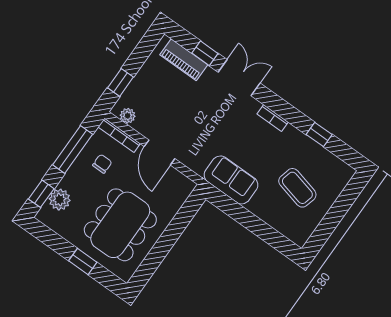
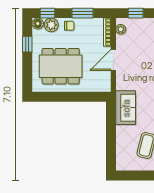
window: (73, 149) -> (82, 13), width x0.69
chair: (102, 164) -> (69, 26), moved
floor lamp: (46, 215) -> (38, 24), added
window: (83, 262) -> (27, 44), moved

